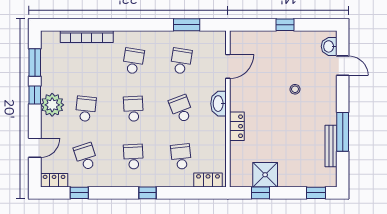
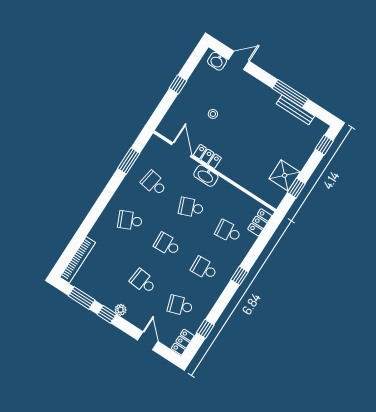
bookcase: (87, 37) -> (78, 260), moved
school desk: (133, 61) -> (130, 221), turned -33
stool: (295, 89) -> (213, 114), moved
plant: (52, 105) -> (121, 310), width x0.53, depth x0.53
locker: (237, 126) -> (207, 156), moved

